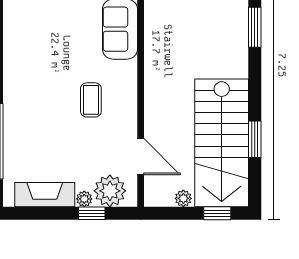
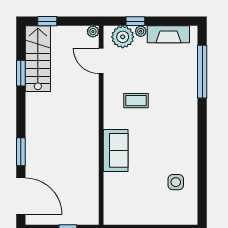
coffee table: (91, 100) -> (136, 101), turned 90
stairs: (222, 143) -> (38, 59), width x0.73, depth x0.66
plant: (183, 198) -> (93, 32), moved

